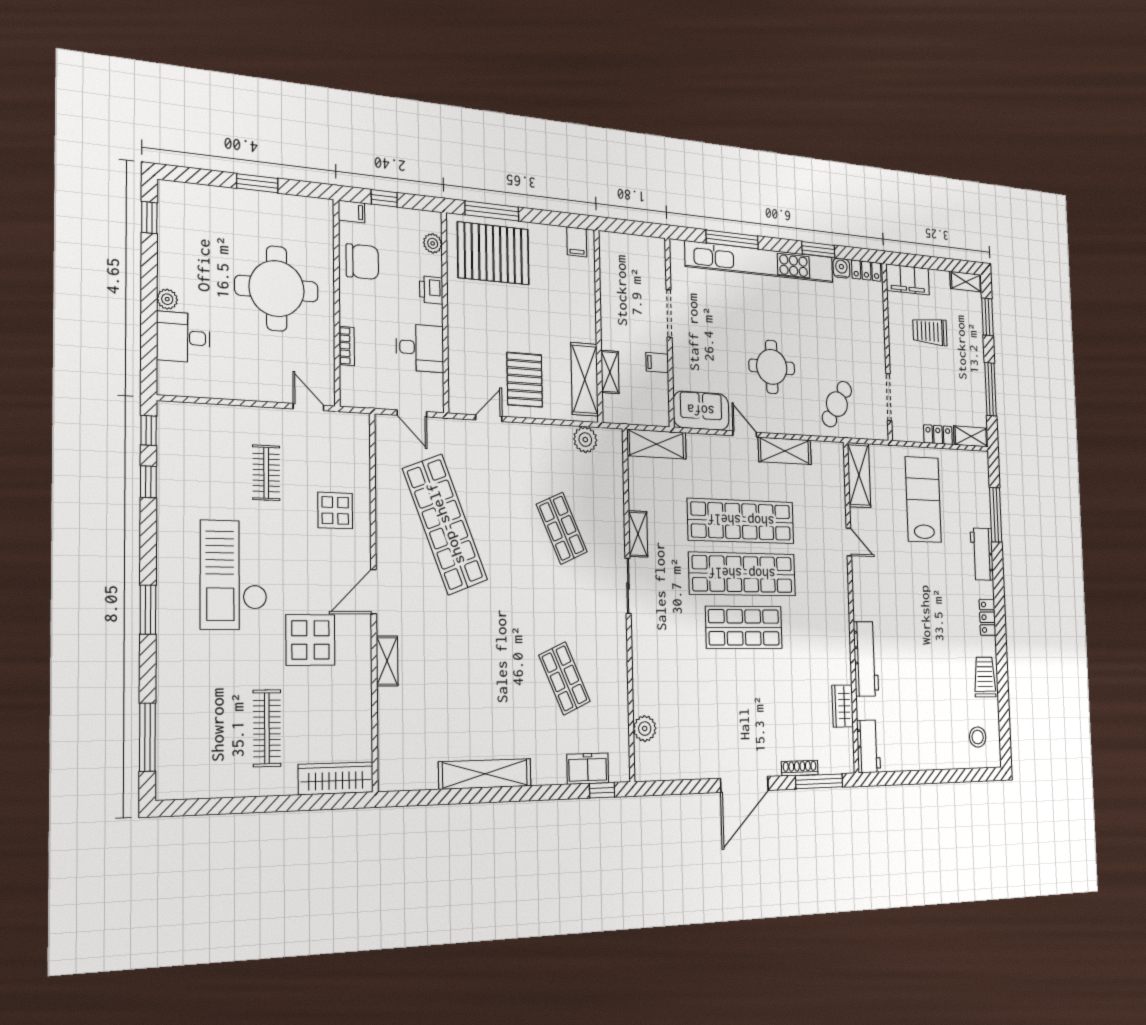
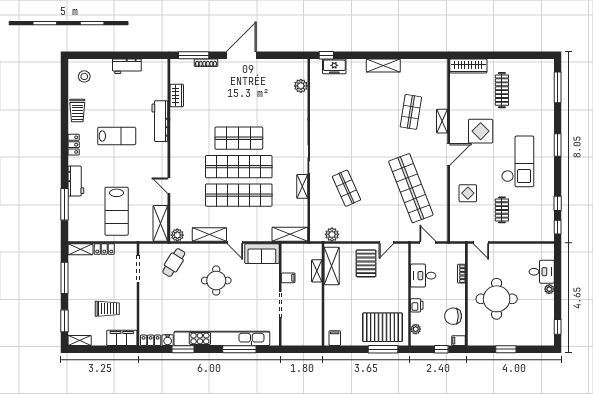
plant: (833, 453) -> (177, 235), added
lab bench: (928, 632) -> (117, 136), added
shop shelf: (565, 678) -> (411, 112), moved, turned 33
workbench: (869, 746) -> (127, 66), moved, turned -90
shelving: (485, 774) -> (383, 66), width x0.68

